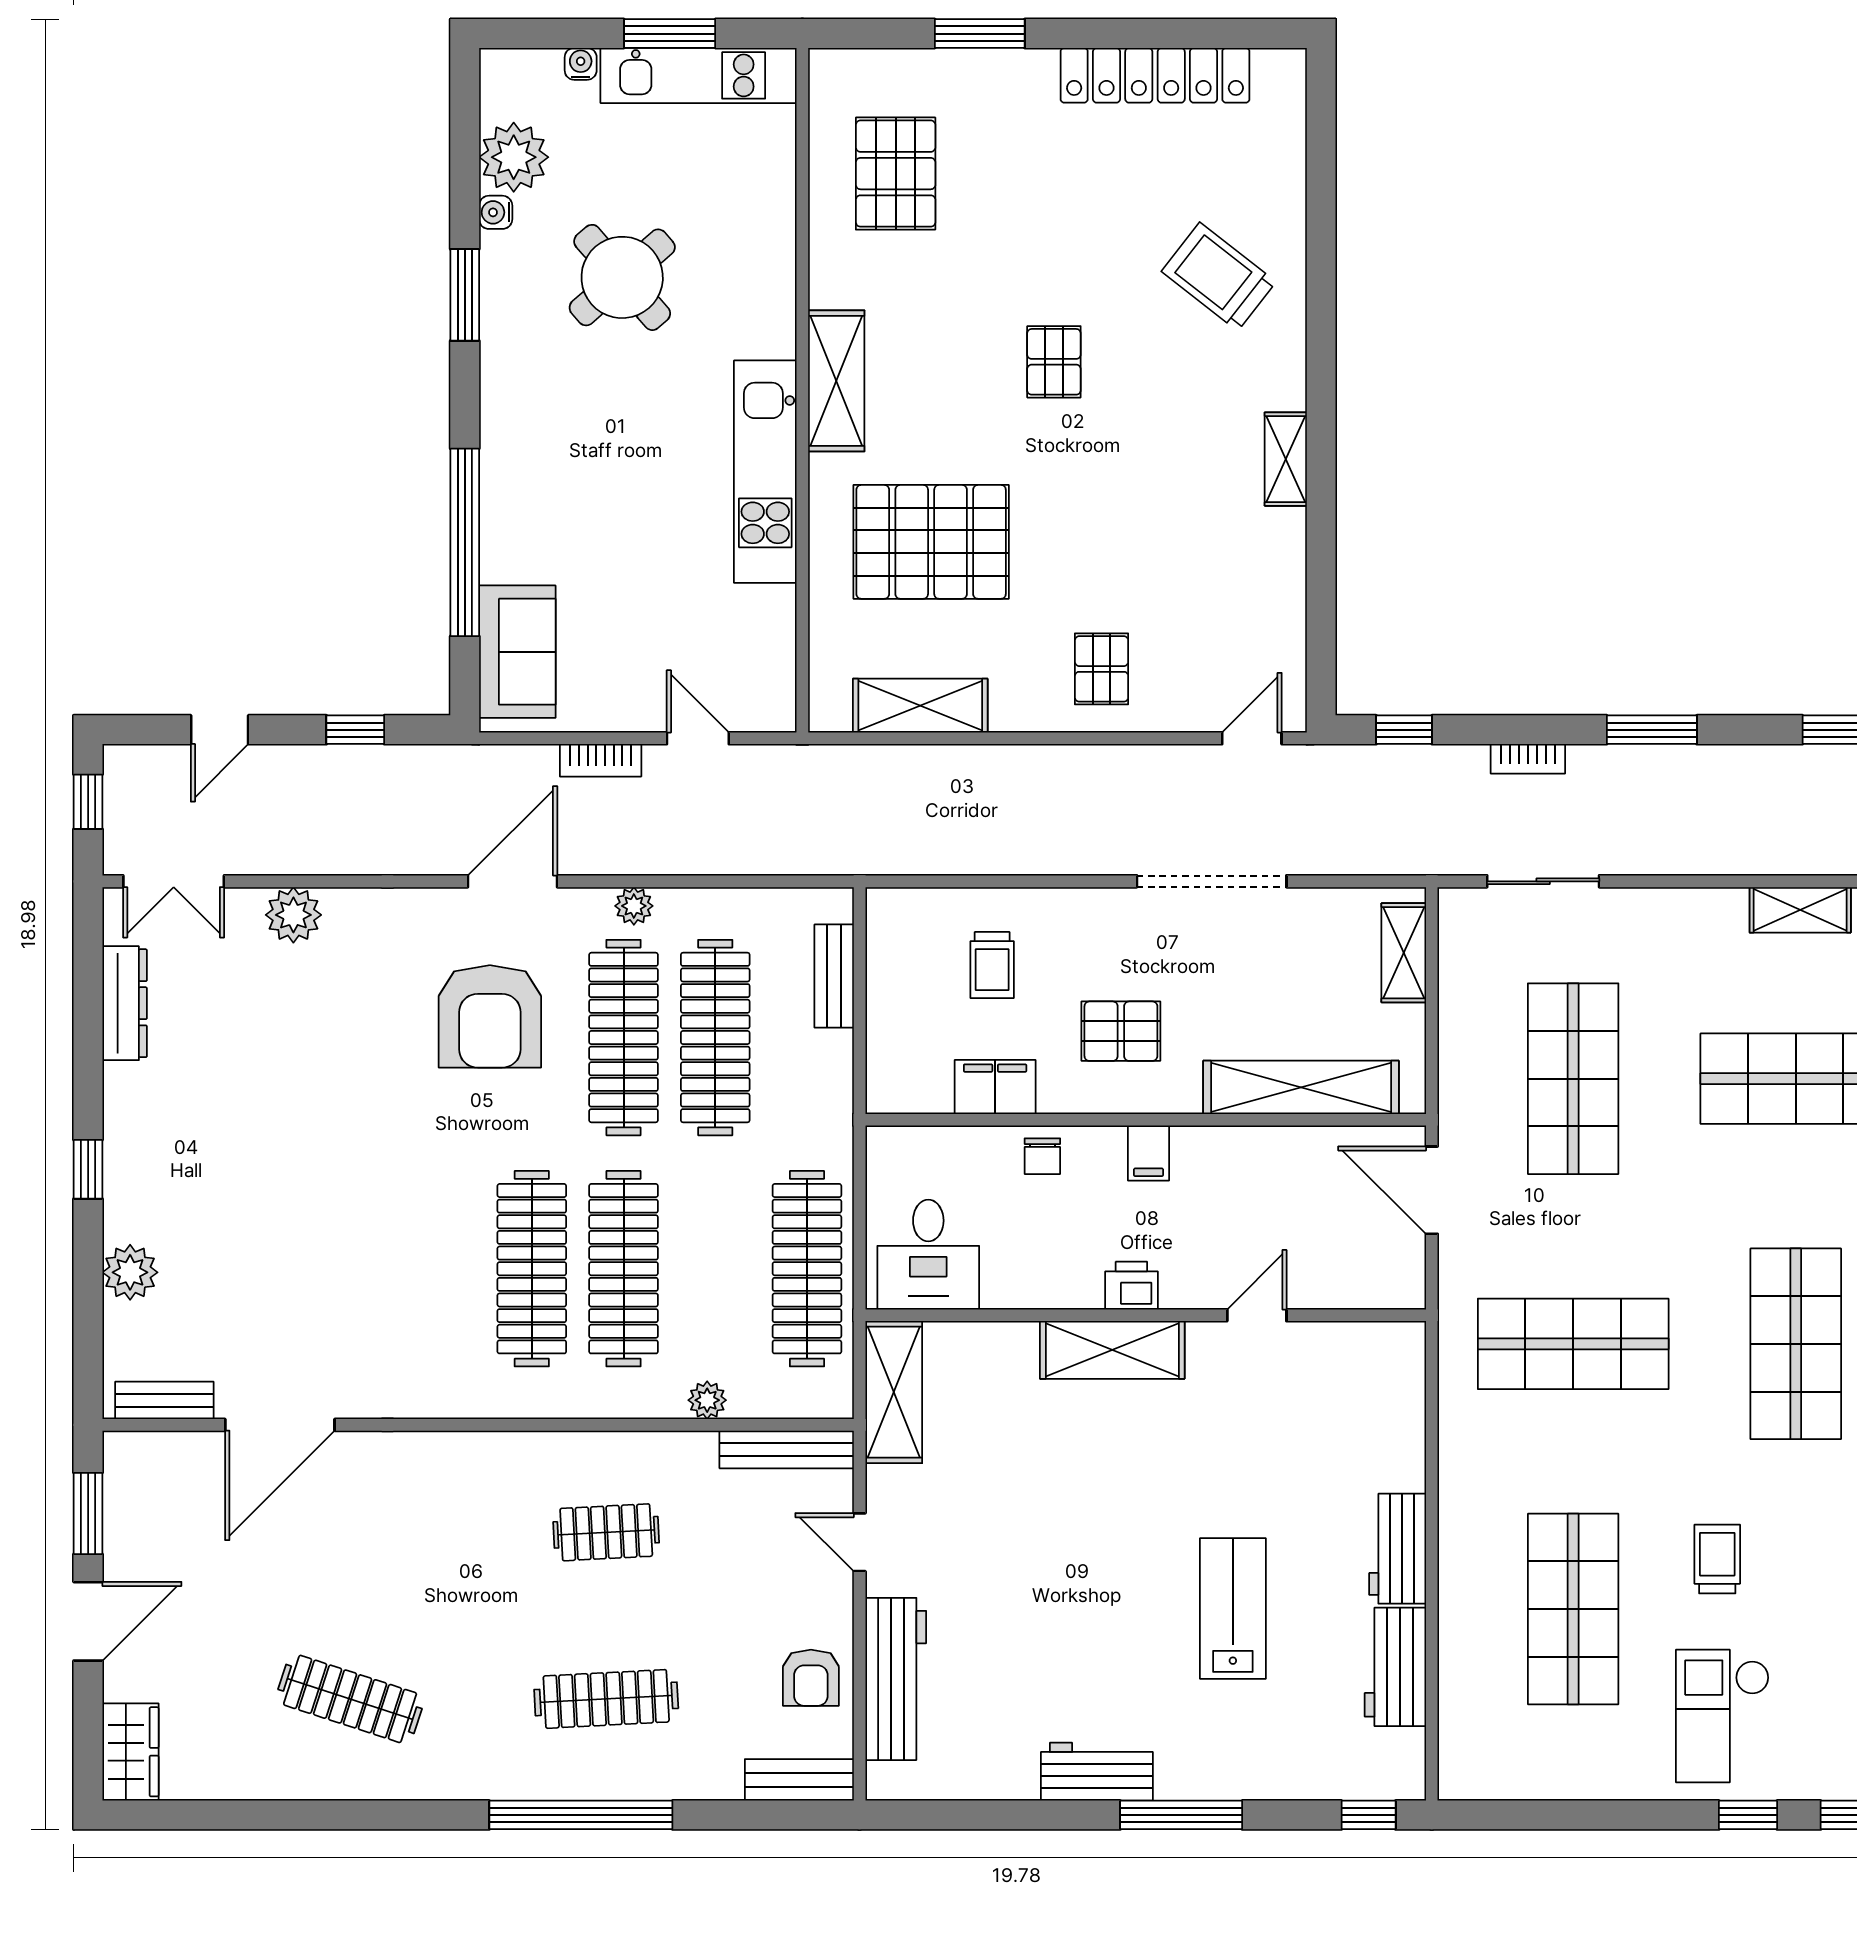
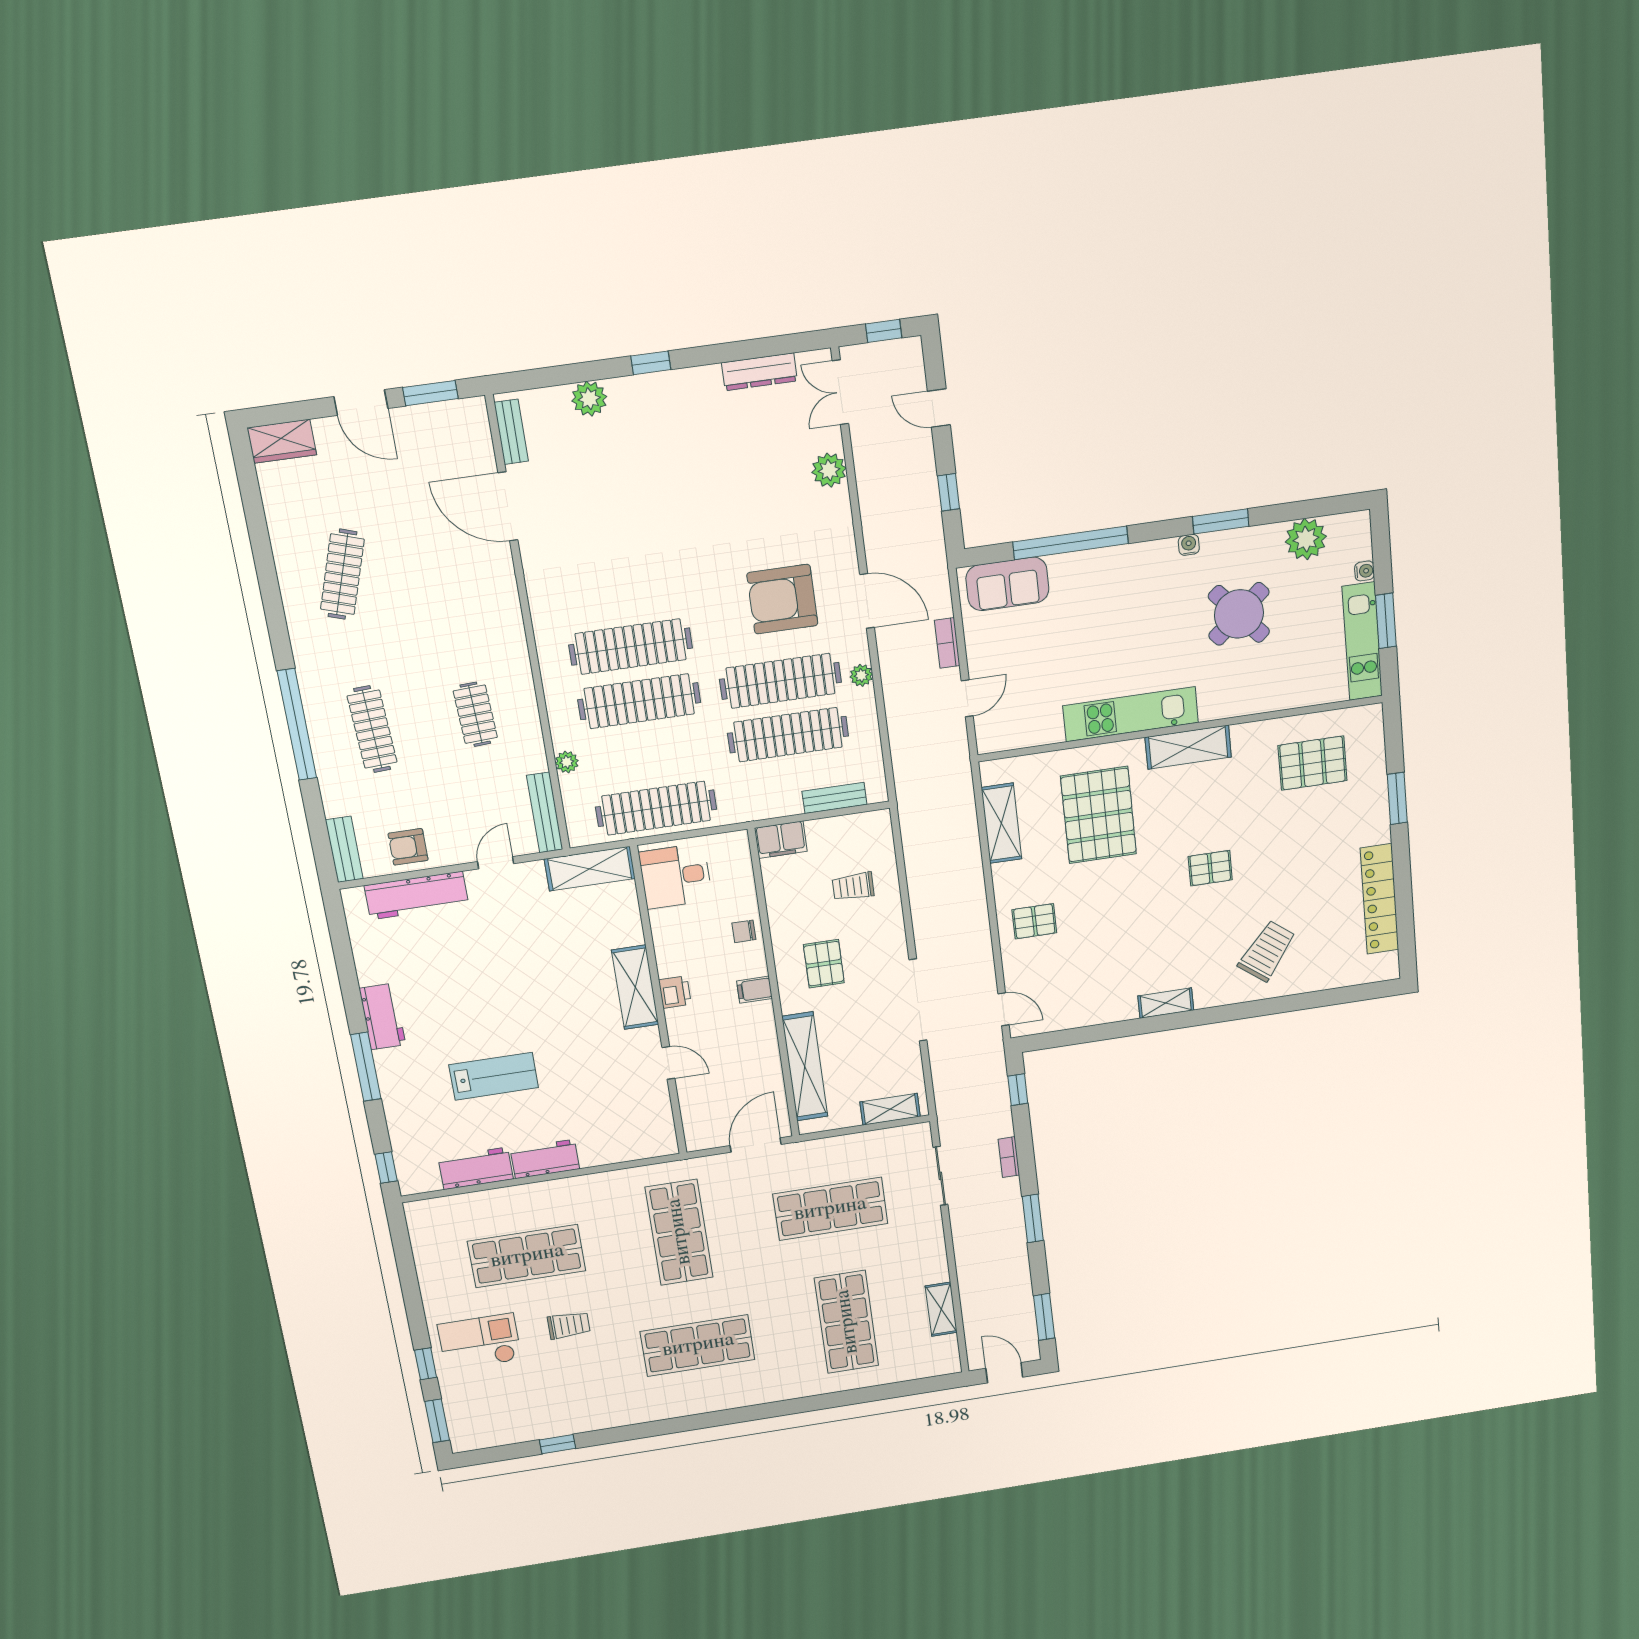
water cooler: (496, 212) -> (1189, 545), moved
filing cabinet: (995, 1087) -> (781, 840), moved, turned 90

